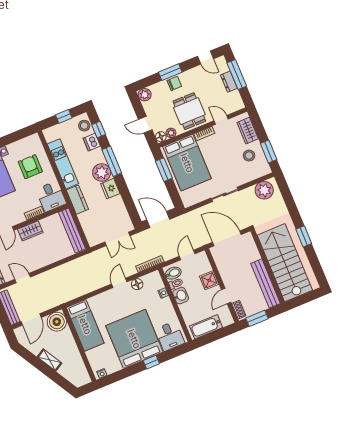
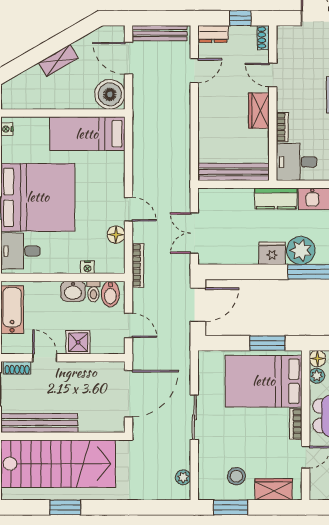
plant: (264, 190) -> (183, 477), width x0.53, depth x0.53
window: (304, 236) -> (65, 507), moved

